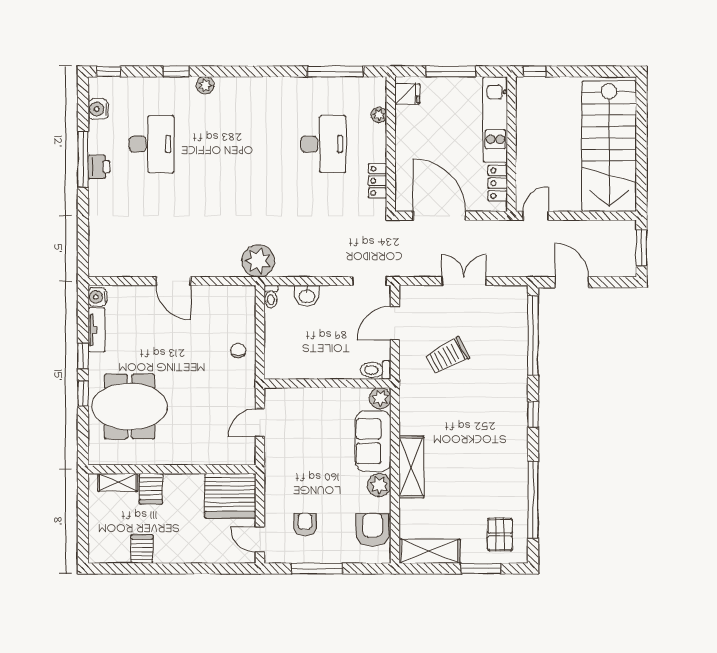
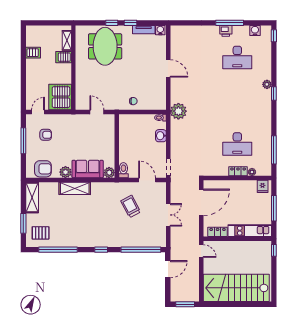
window: (176, 71) -> (274, 94), moved
locker: (378, 181) -> (238, 171), moved
door: (173, 281) -> (168, 68), swing flipped

